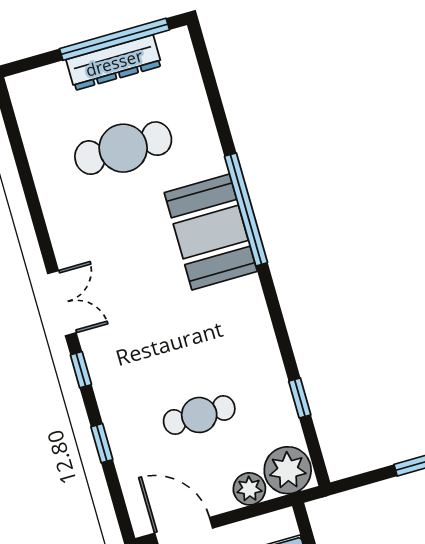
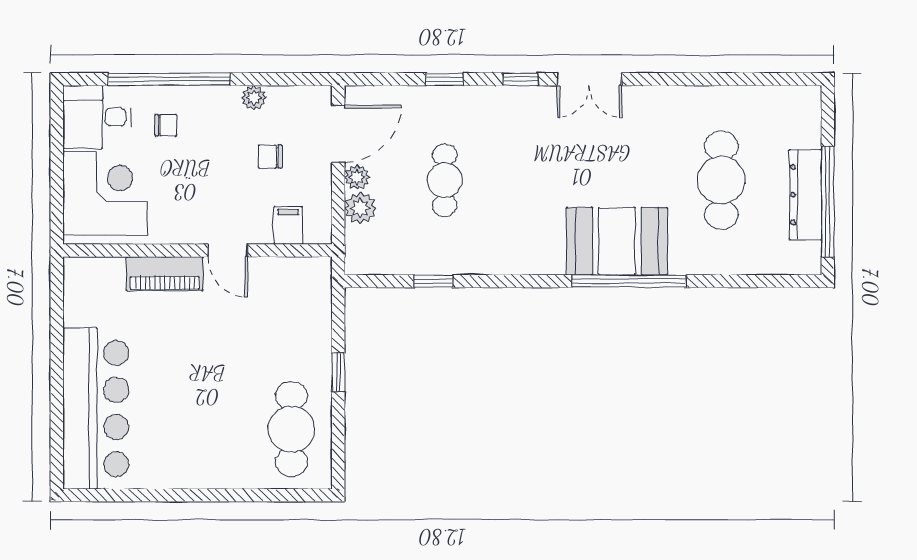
plant: (288, 470) -> (357, 177), moved, width x0.53, depth x0.53

